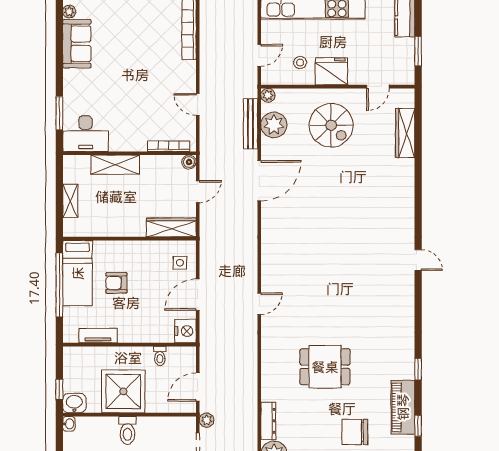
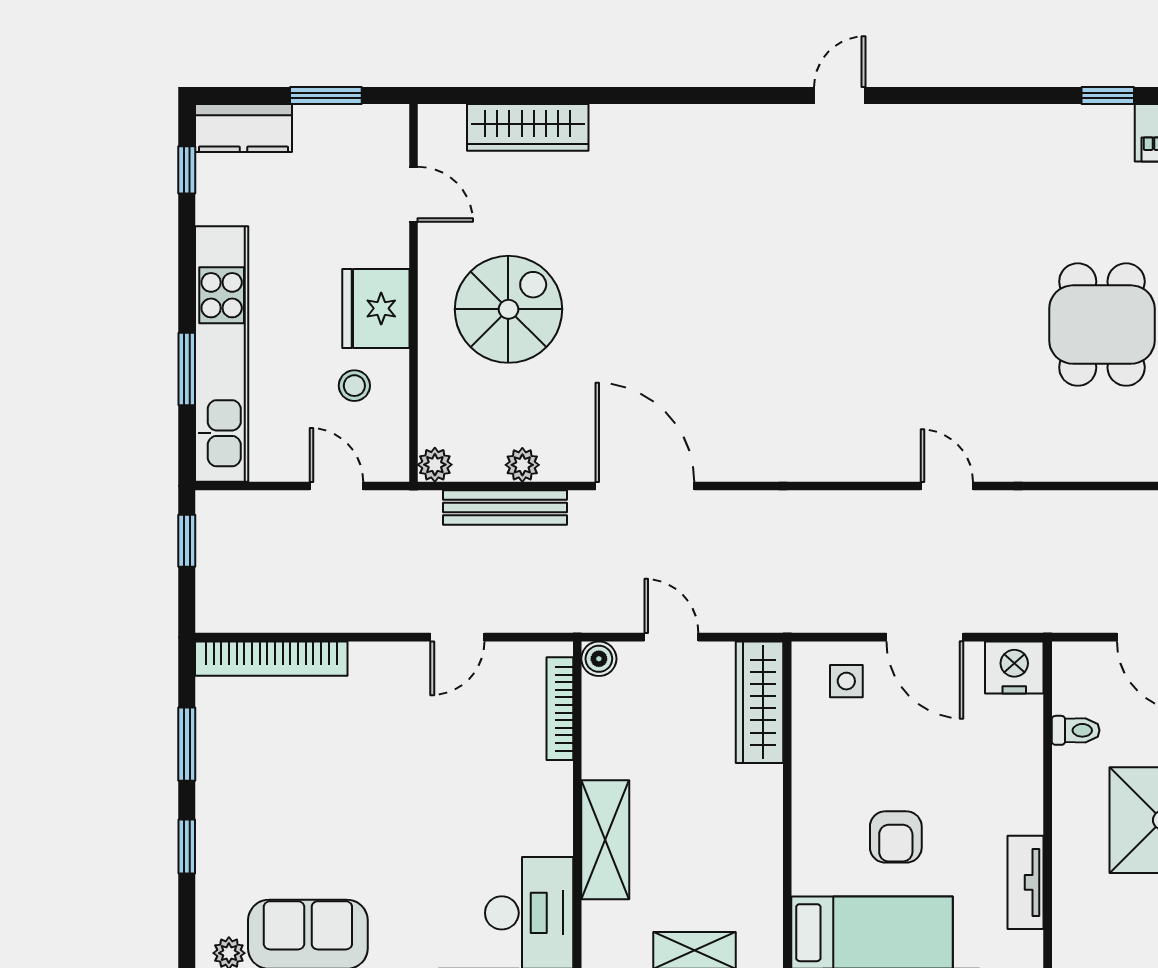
plant: (274, 125) -> (522, 465), width x0.53, depth x0.53

